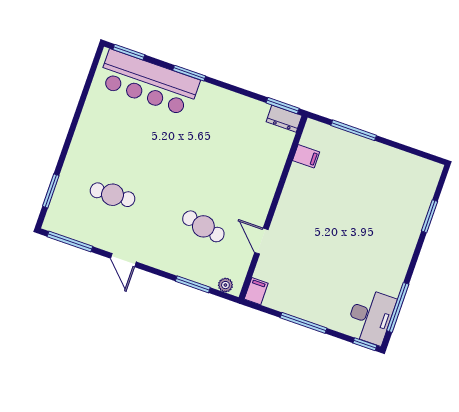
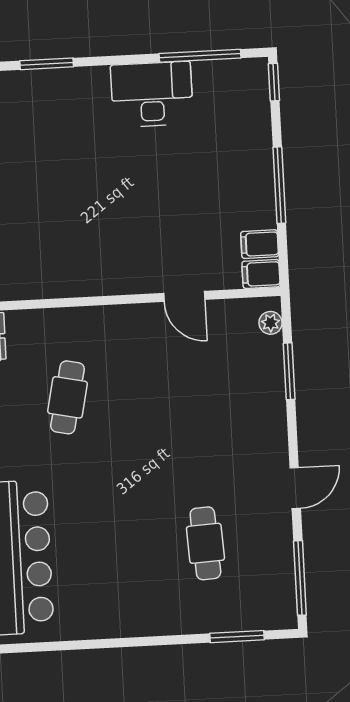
filing cabinet: (306, 156) -> (260, 244), moved, turned -90
cafe table: (203, 226) -> (67, 397), moved
door: (261, 241) -> (184, 296), hinge flipped
desk: (371, 316) -> (152, 94), moved

